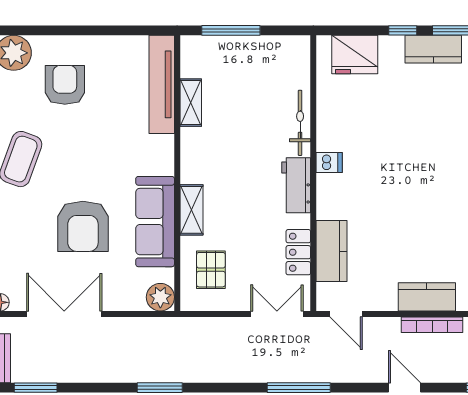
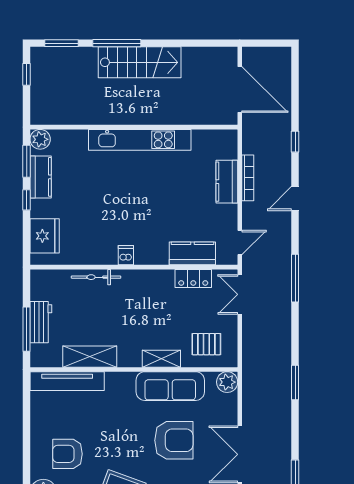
shelving: (191, 103) -> (90, 357), width x1.50, depth x1.33
workbench: (296, 185) -> (41, 322), moved, turned -90

